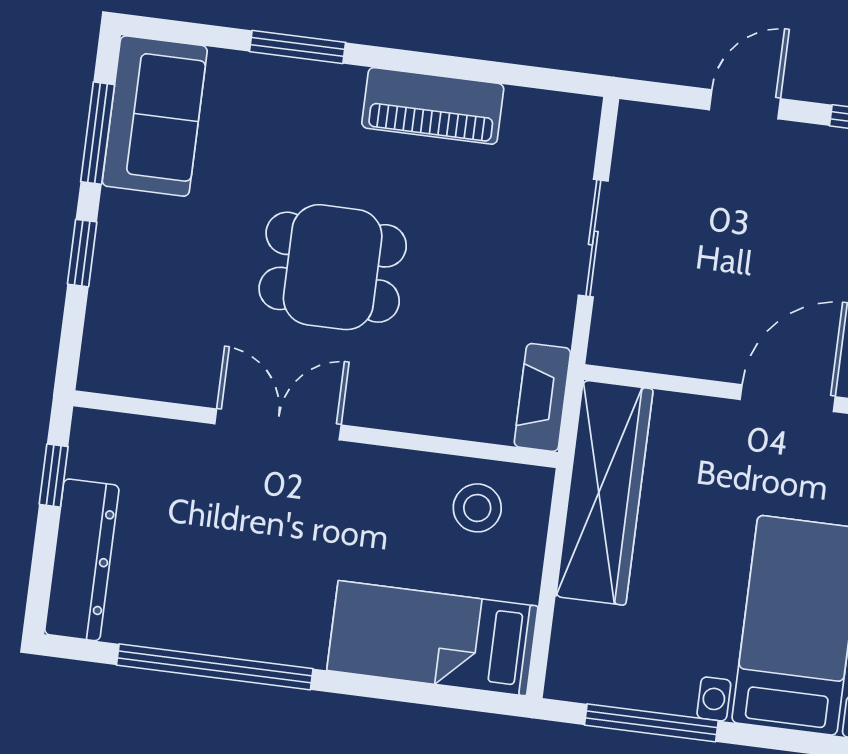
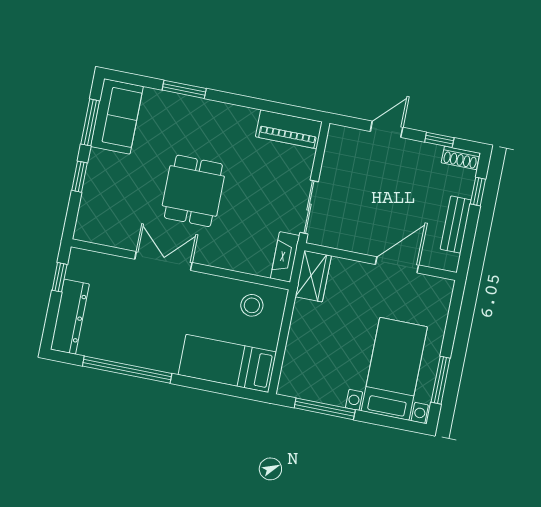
piano: (433, 106) -> (289, 129), moved
sliding door: (593, 238) -> (309, 207), moved
dining table: (333, 267) -> (193, 191), turned 90
wardrobe: (604, 493) -> (313, 276), width x0.48, depth x0.85

